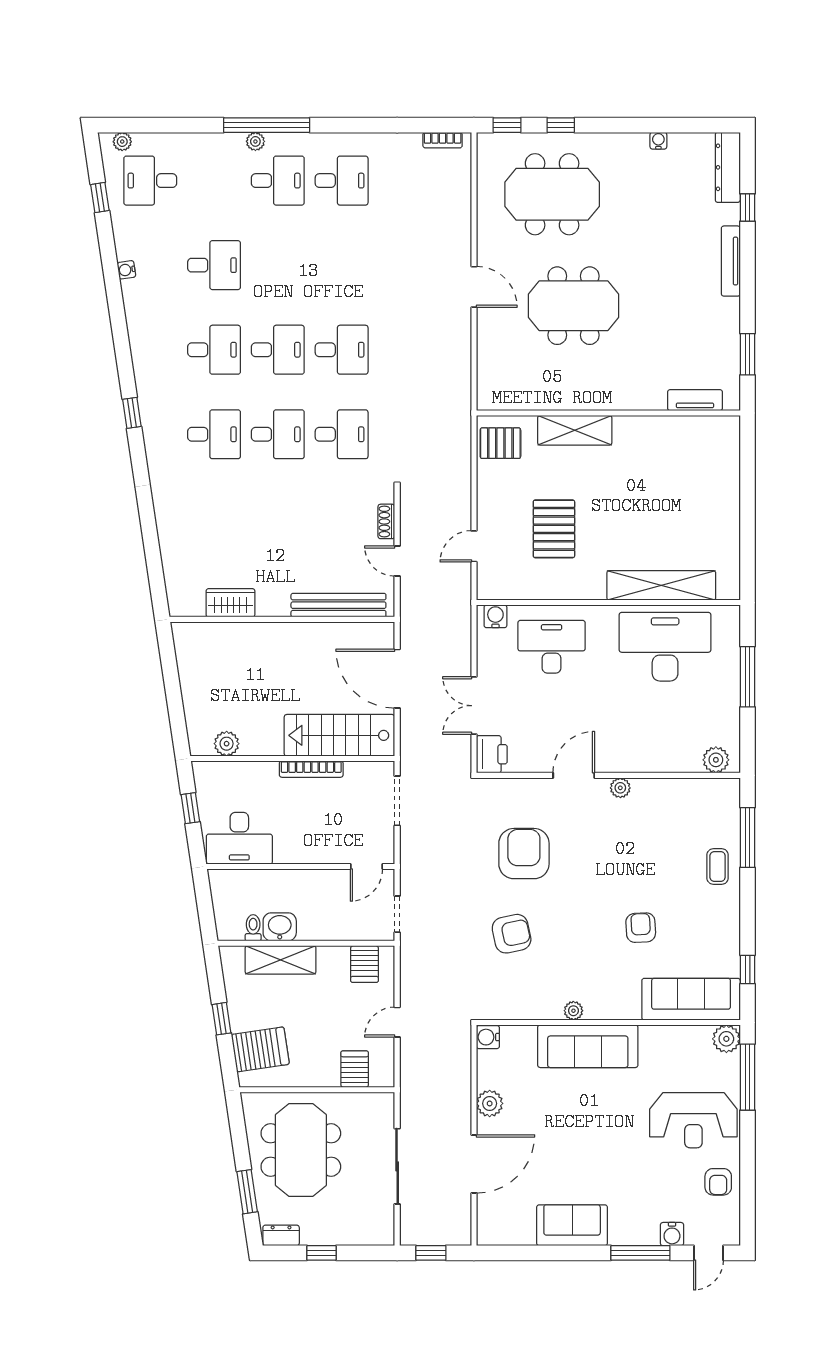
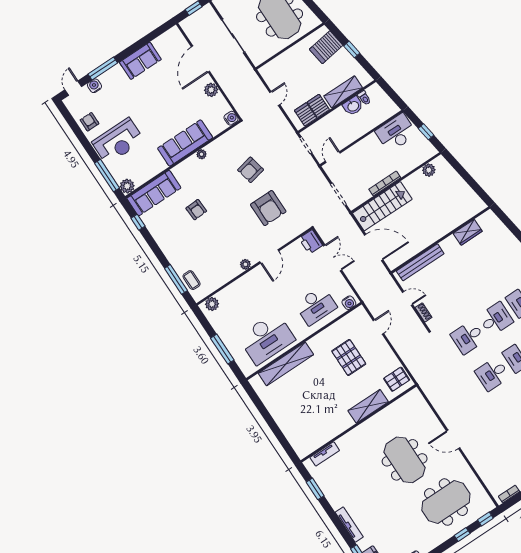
meeting table: (573, 306) -> (405, 460), turned 90
desk: (278, 434) -> (496, 319), turned 180
coffee table: (718, 866) -> (192, 280), moved
server rack: (355, 1069) -> (318, 106), moved, turned 180
reception desk: (693, 1120) -> (118, 141), turned 180

